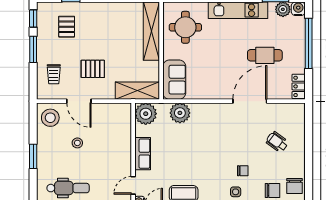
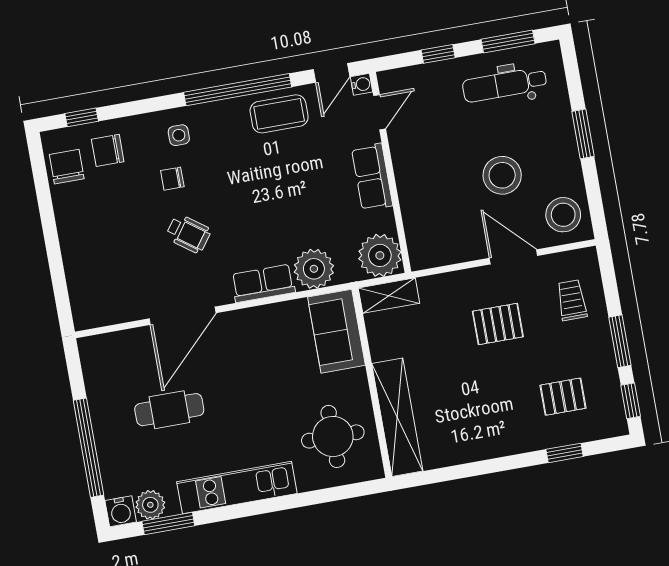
pallet: (67, 27) -> (563, 397), turned 90
locker: (299, 86) -> (93, 361), removed
shelving: (137, 91) -> (389, 296), width x0.67, depth x0.75
row of seats: (207, 110) -> (263, 283), added
wheelchair: (277, 142) -> (188, 234), moved
stool: (77, 143) -> (502, 175), width x1.89, depth x1.89

